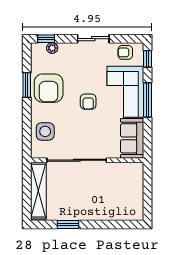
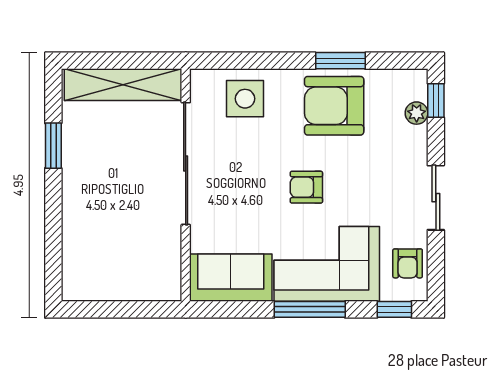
armchair: (125, 52) -> (408, 263), turned 180

